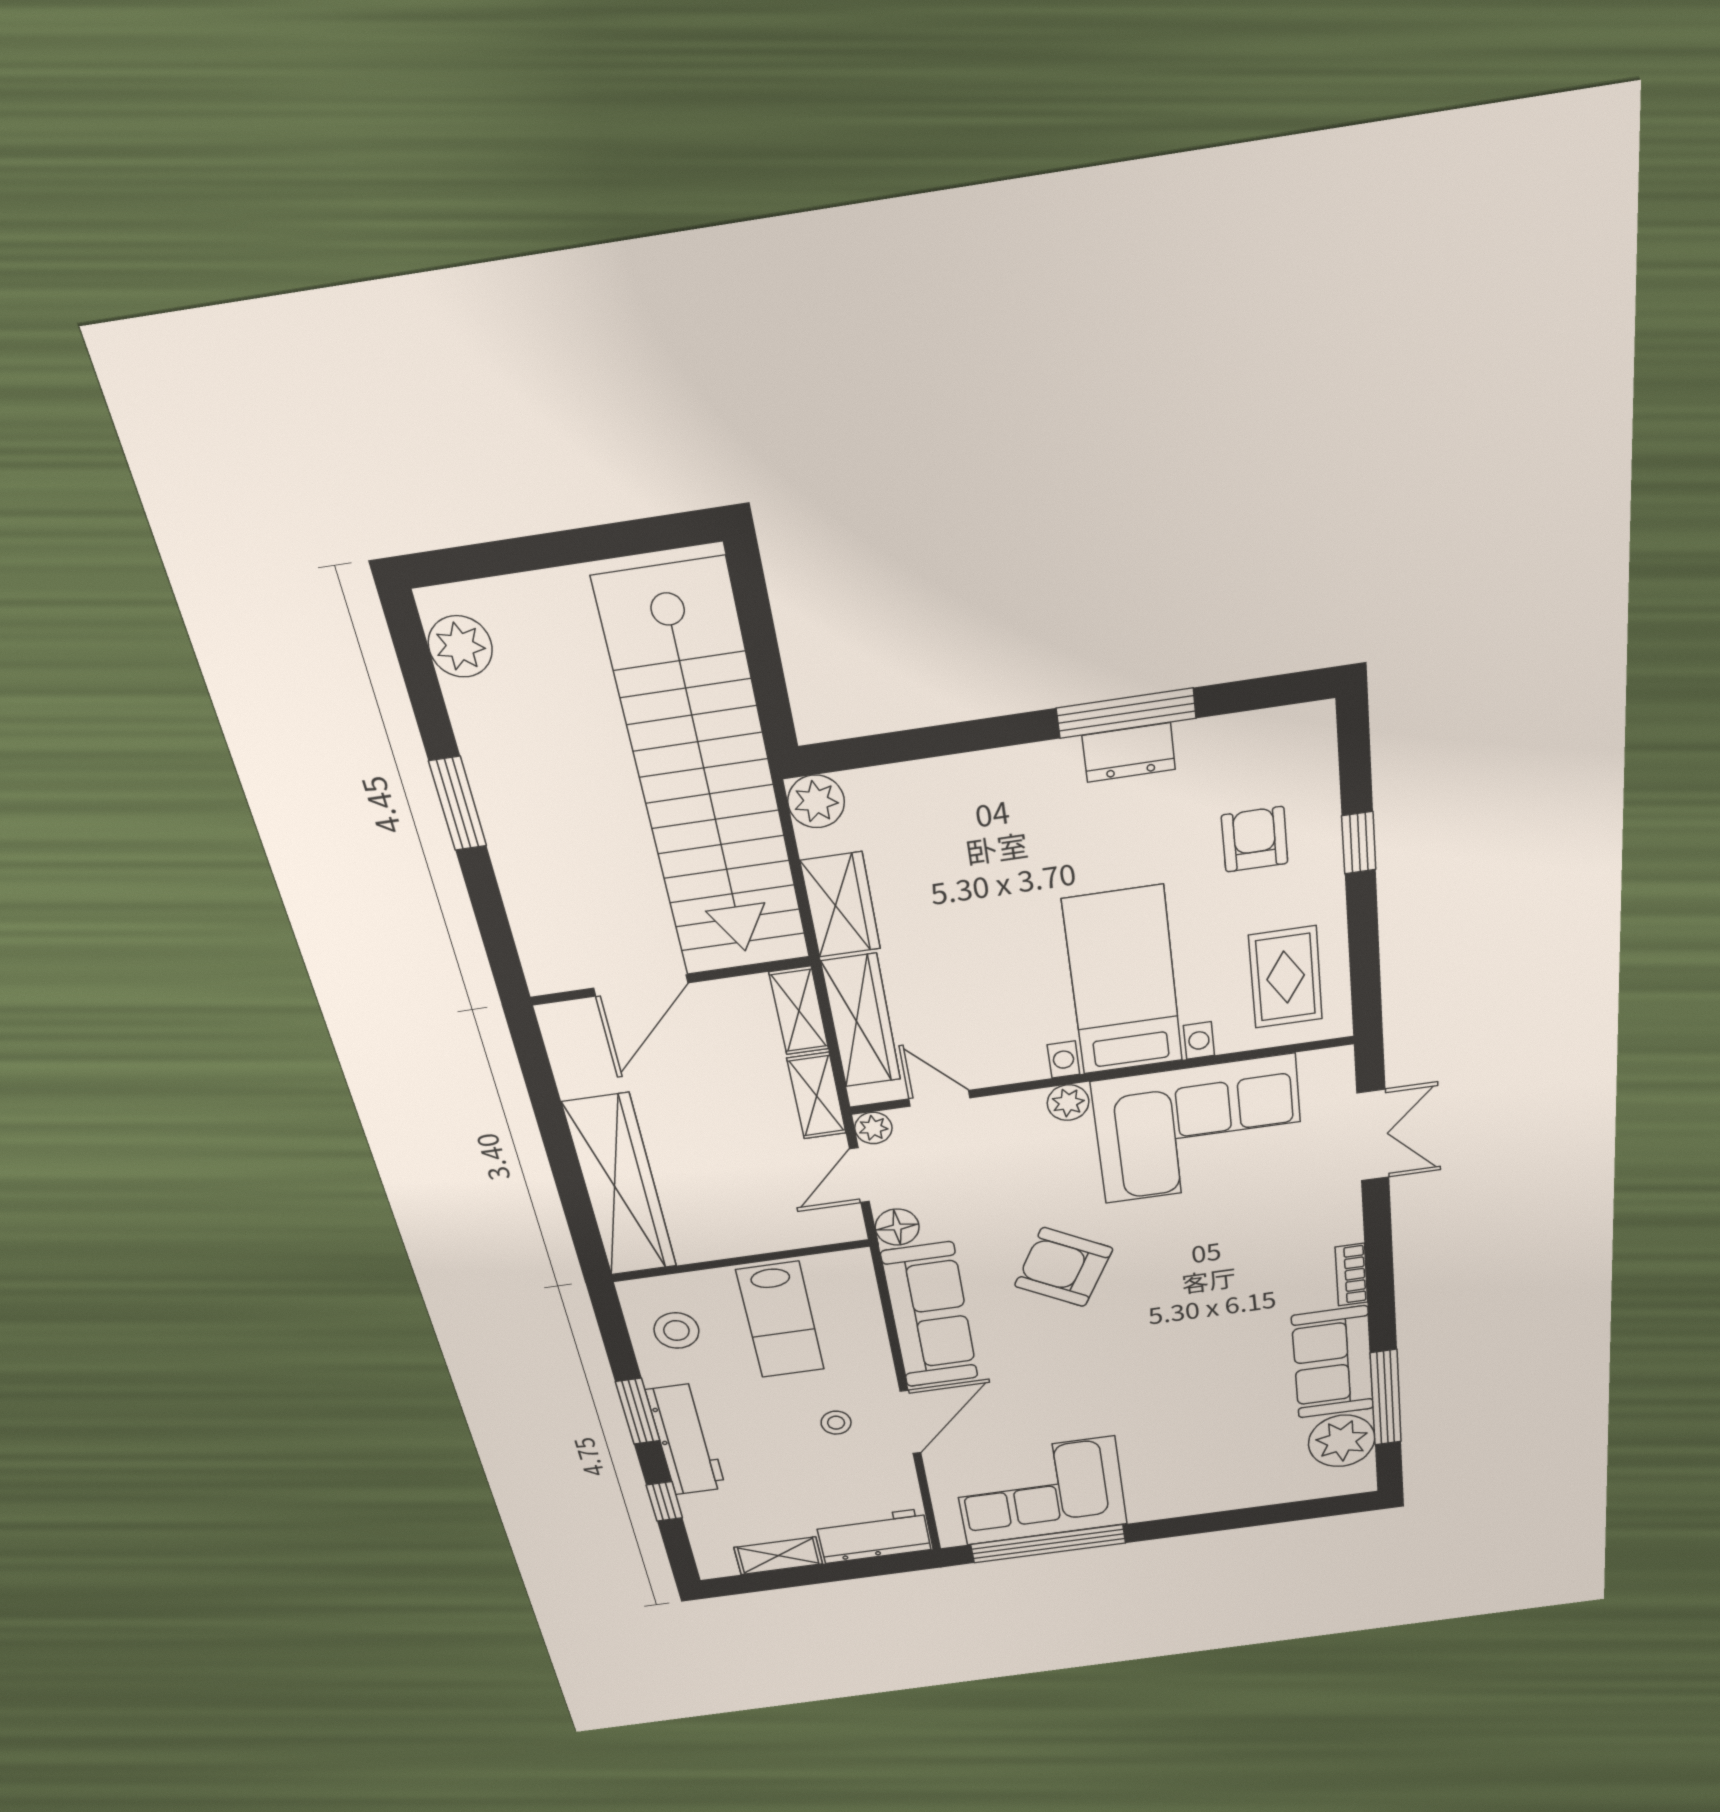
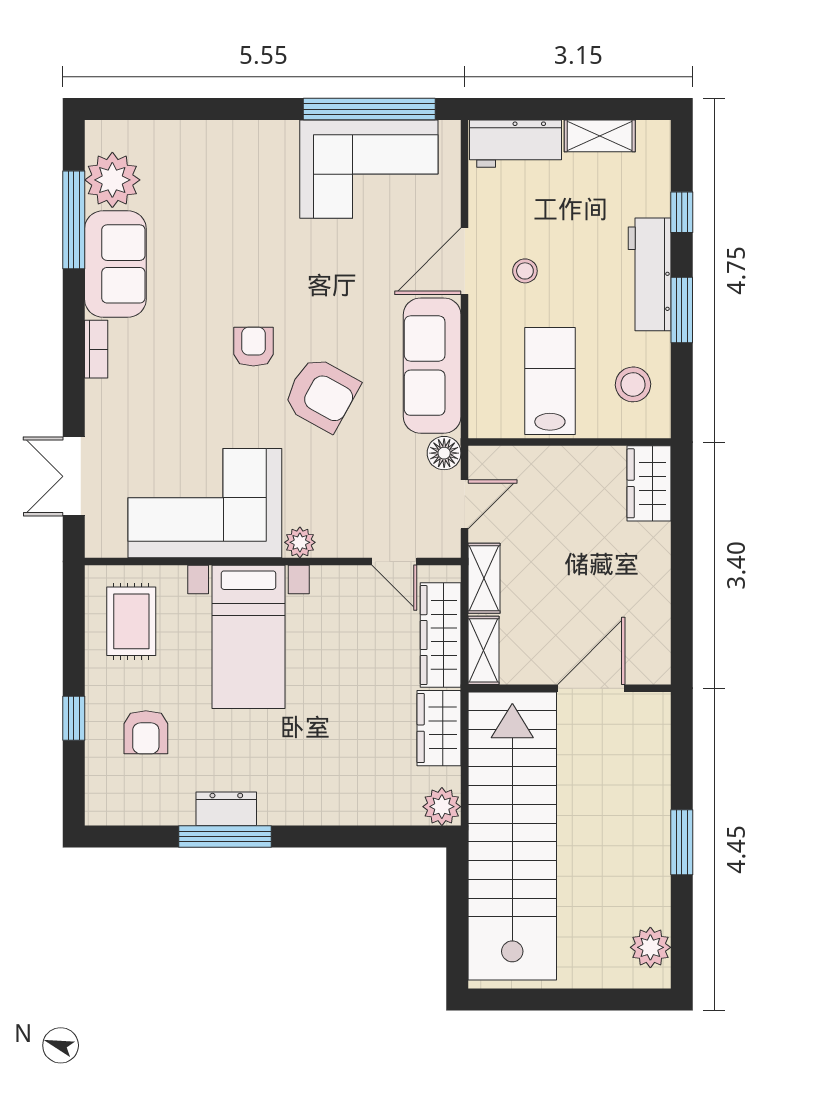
plant: (873, 1128) -> (447, 544), removed
wardrobe: (620, 1186) -> (649, 483), width x0.48, depth x0.85
armchair: (1155, 1304) -> (253, 347), added

